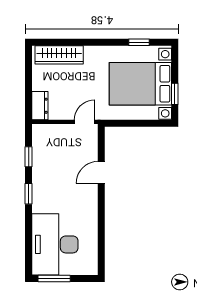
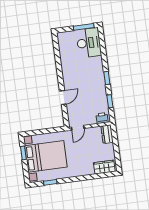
wardrobe: (59, 55) -> (104, 167), width x0.67
printer: (44, 132) -> (102, 118), added
desk: (55, 244) -> (89, 43), width x0.73, depth x0.77

